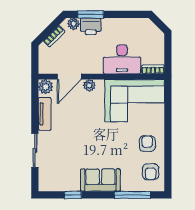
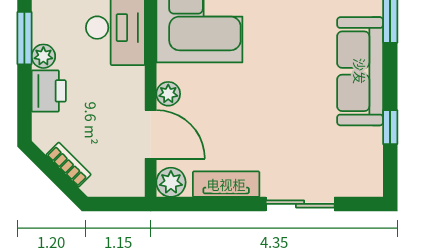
window: (91, 14) -> (24, 38), moved
plant: (74, 24) -> (43, 56), moved
sofa: (100, 180) -> (360, 71), width x1.36

